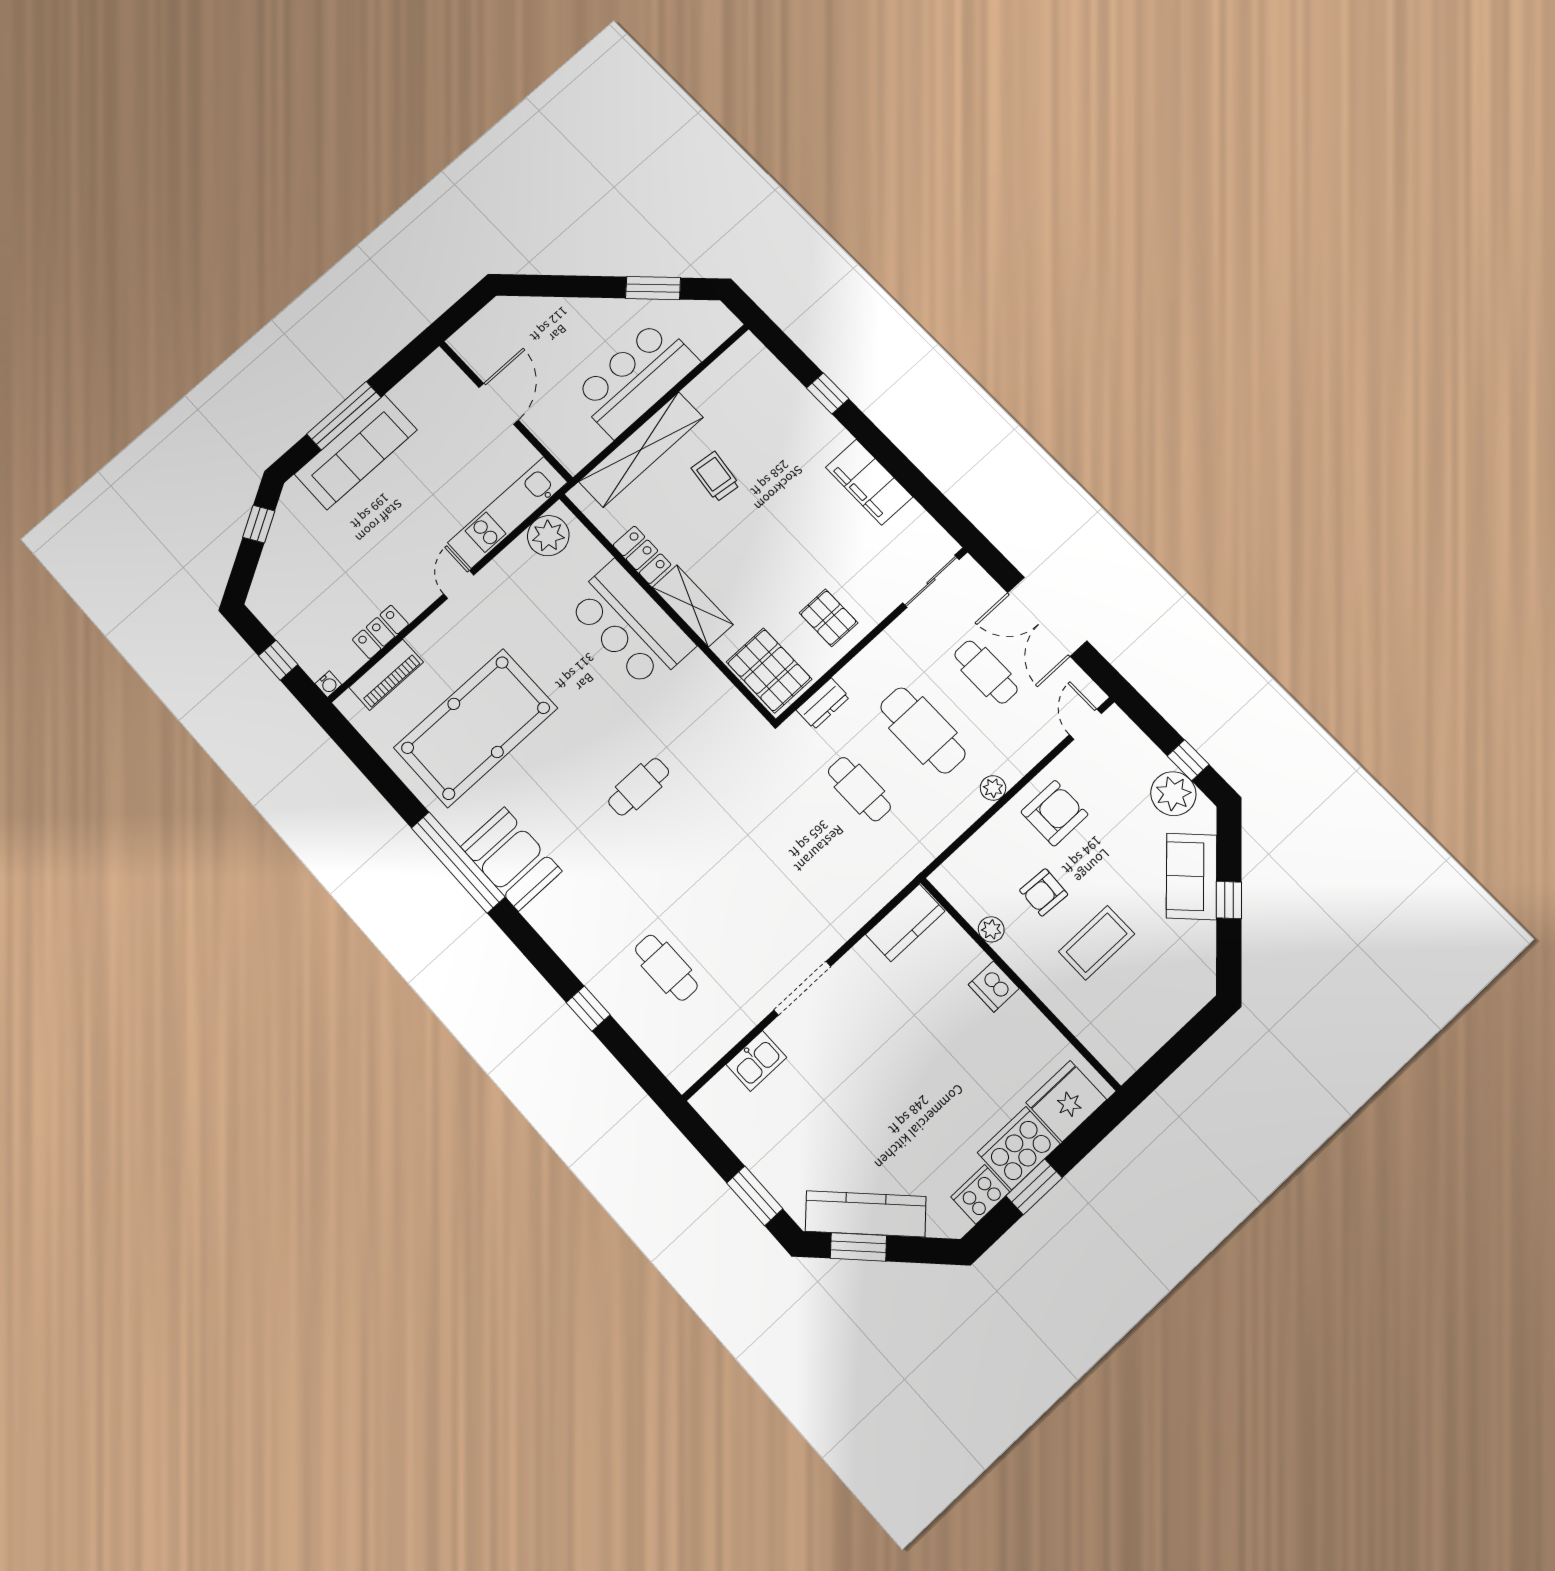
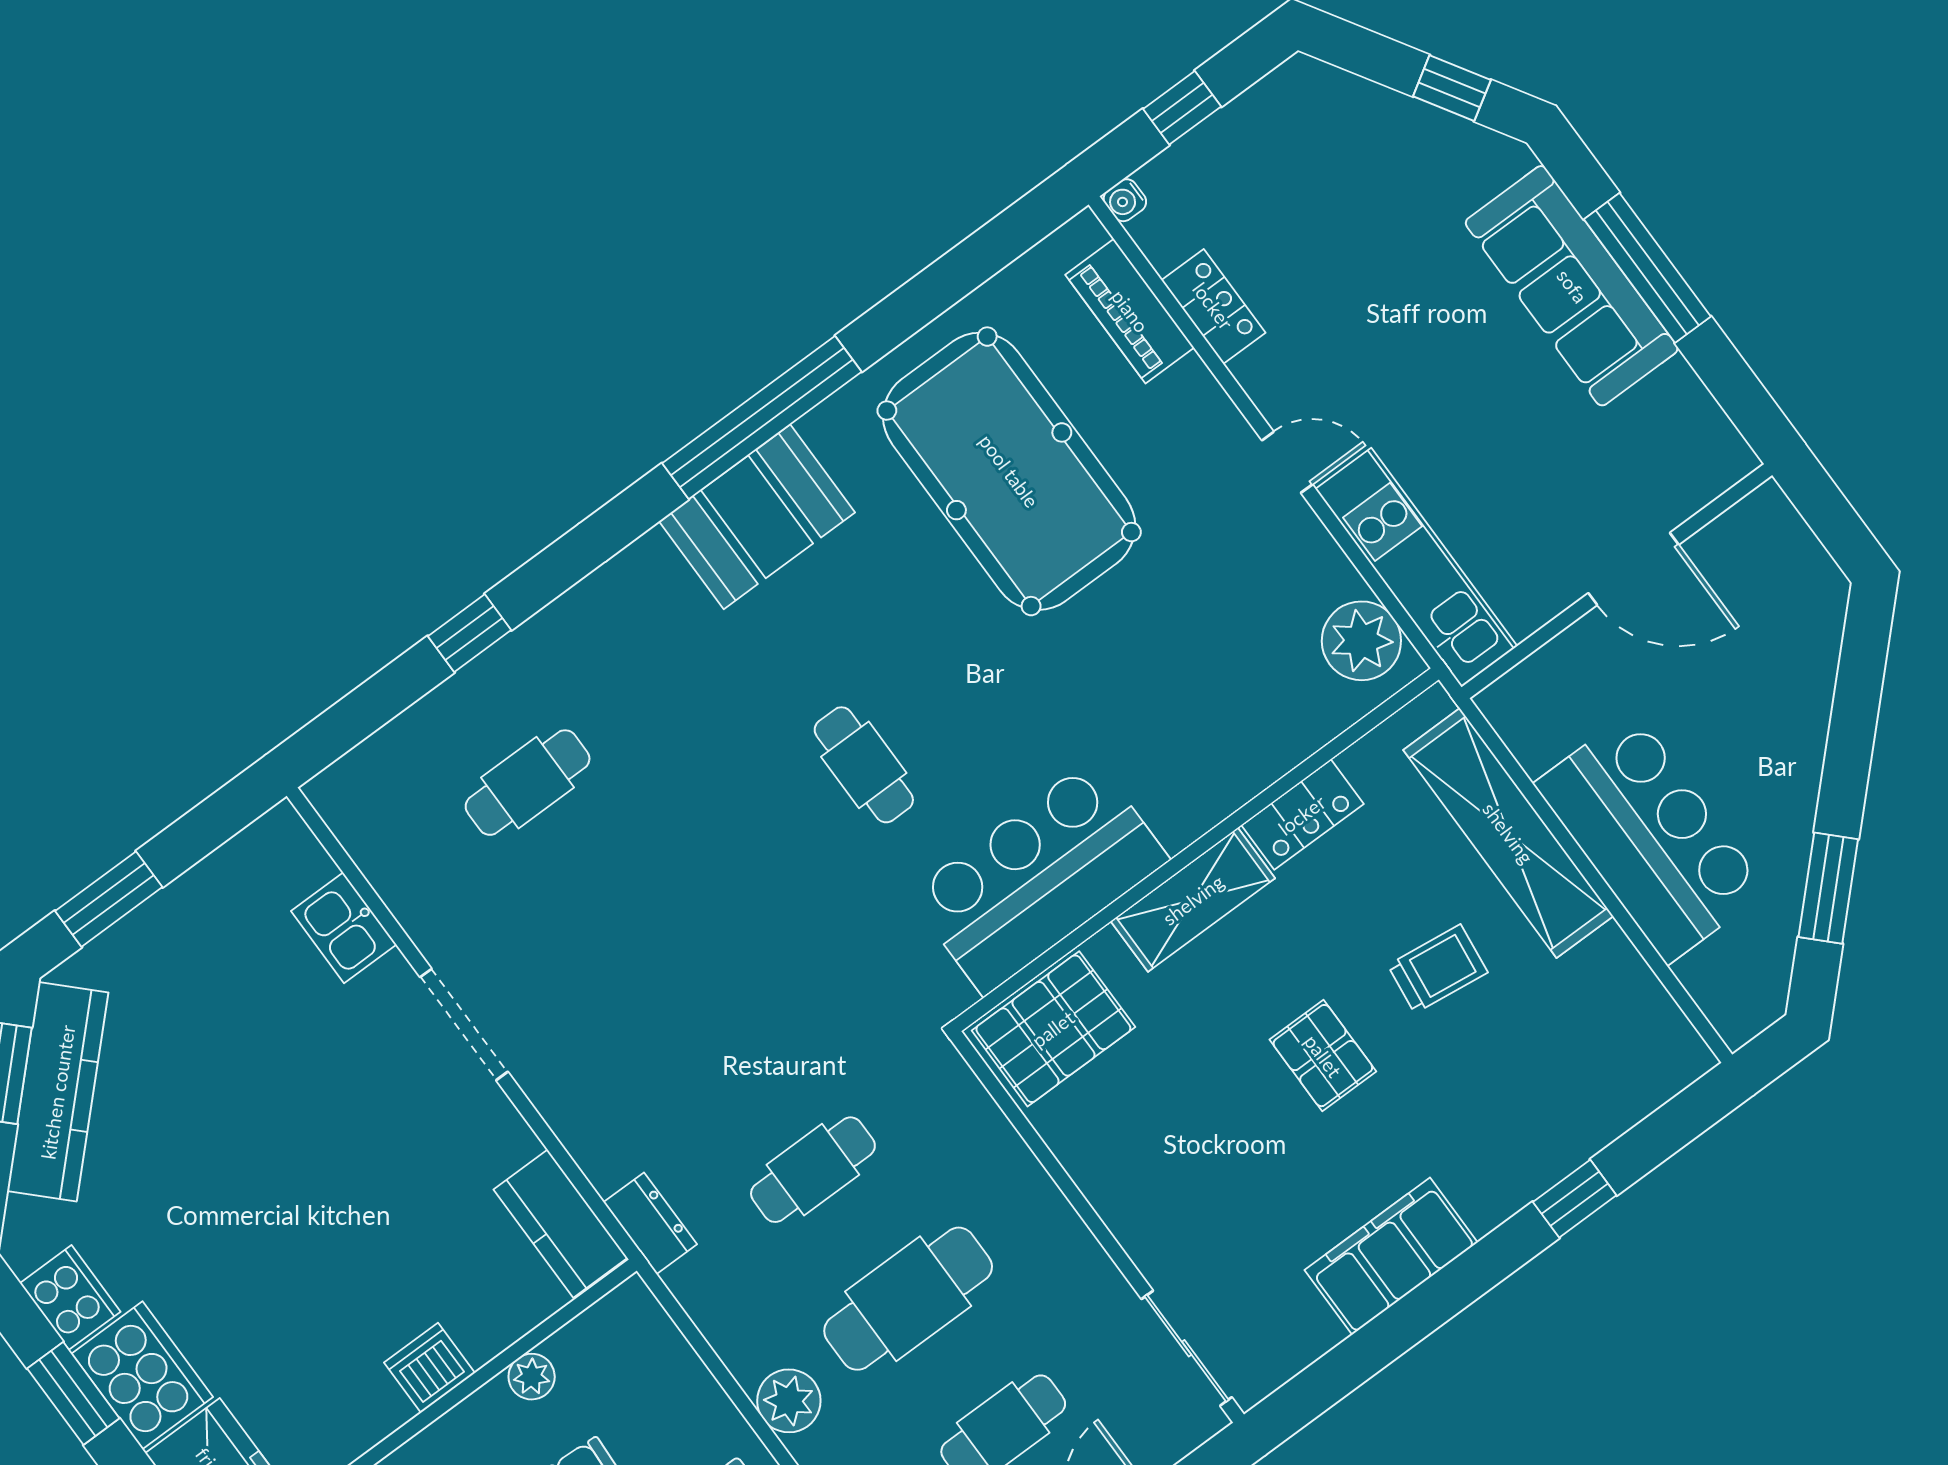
pallet: (829, 618) -> (1323, 1056), moved, turned 90
bar counter: (630, 625) -> (1039, 877), moved
dresser: (823, 704) -> (650, 1223), moved, turned 180
plant: (993, 788) -> (789, 1401), width x1.38, depth x1.38

